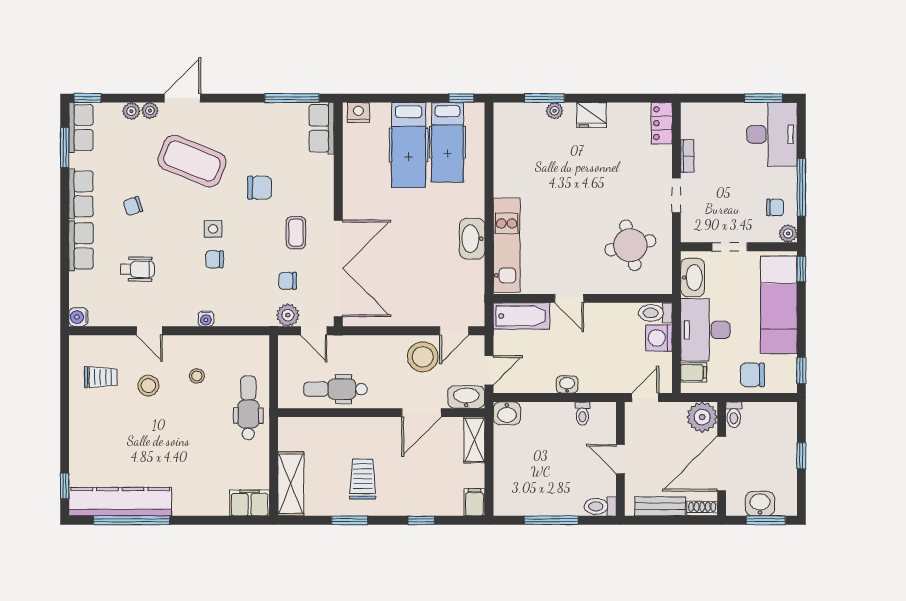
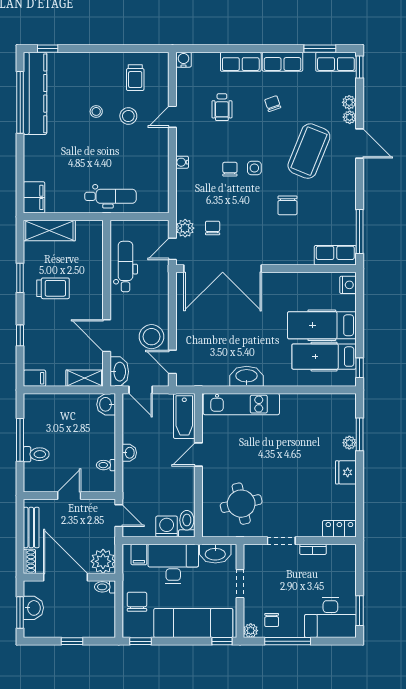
coffee table: (296, 233) -> (251, 235), removed
stool: (197, 376) -> (96, 111), moved
toilet: (600, 506) -> (36, 454), moved, turned 90

